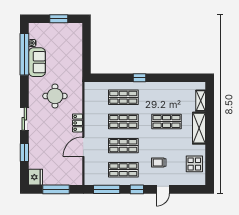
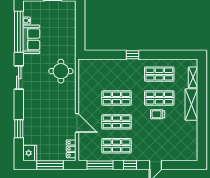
round table: (55, 96) -> (61, 71), moved
shop shelf: (123, 97) -> (159, 74), moved
sliding door: (24, 119) -> (19, 78), moved
locker: (77, 123) -> (71, 149), moved
door: (83, 147) -> (77, 123), swing flipped
trolley: (159, 163) -> (158, 114), moved
display table: (194, 164) -> (187, 140), removed

